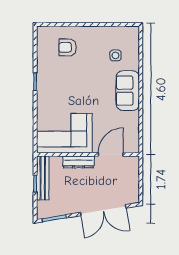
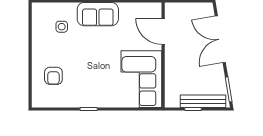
dresser: (78, 162) -> (171, 65), removed
bench: (43, 178) -> (203, 101), moved
double door: (103, 210) -> (220, 39), swing flipped

